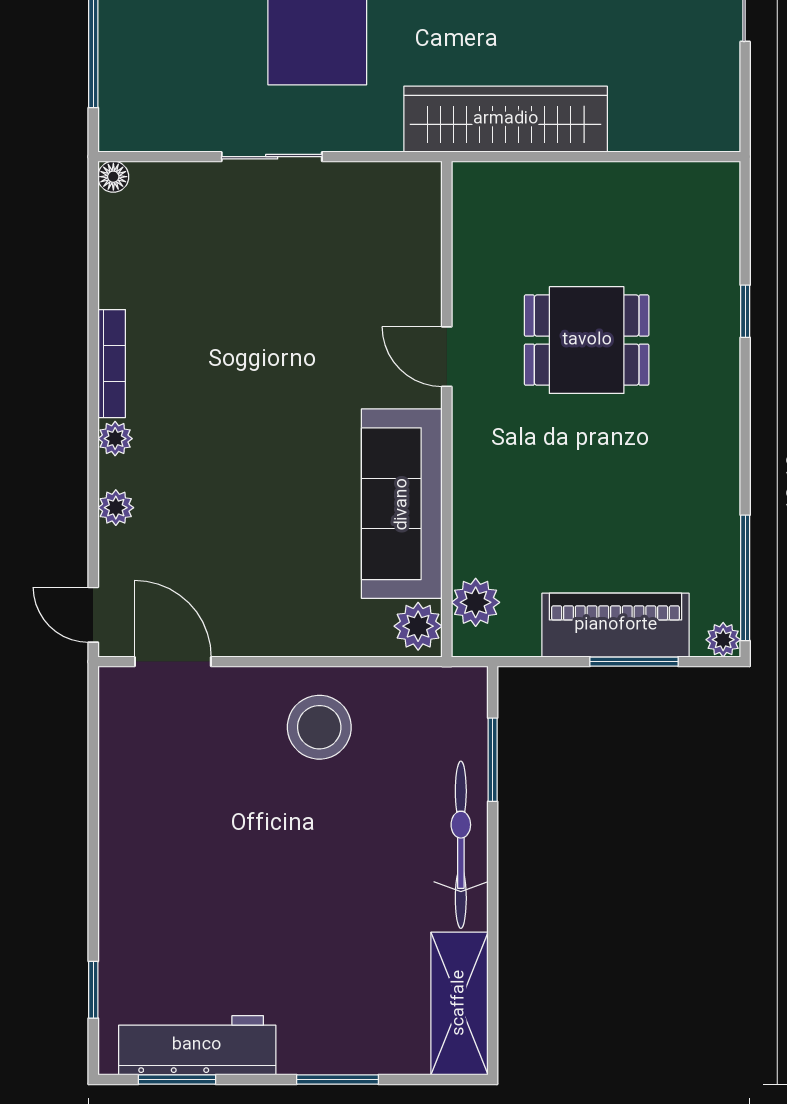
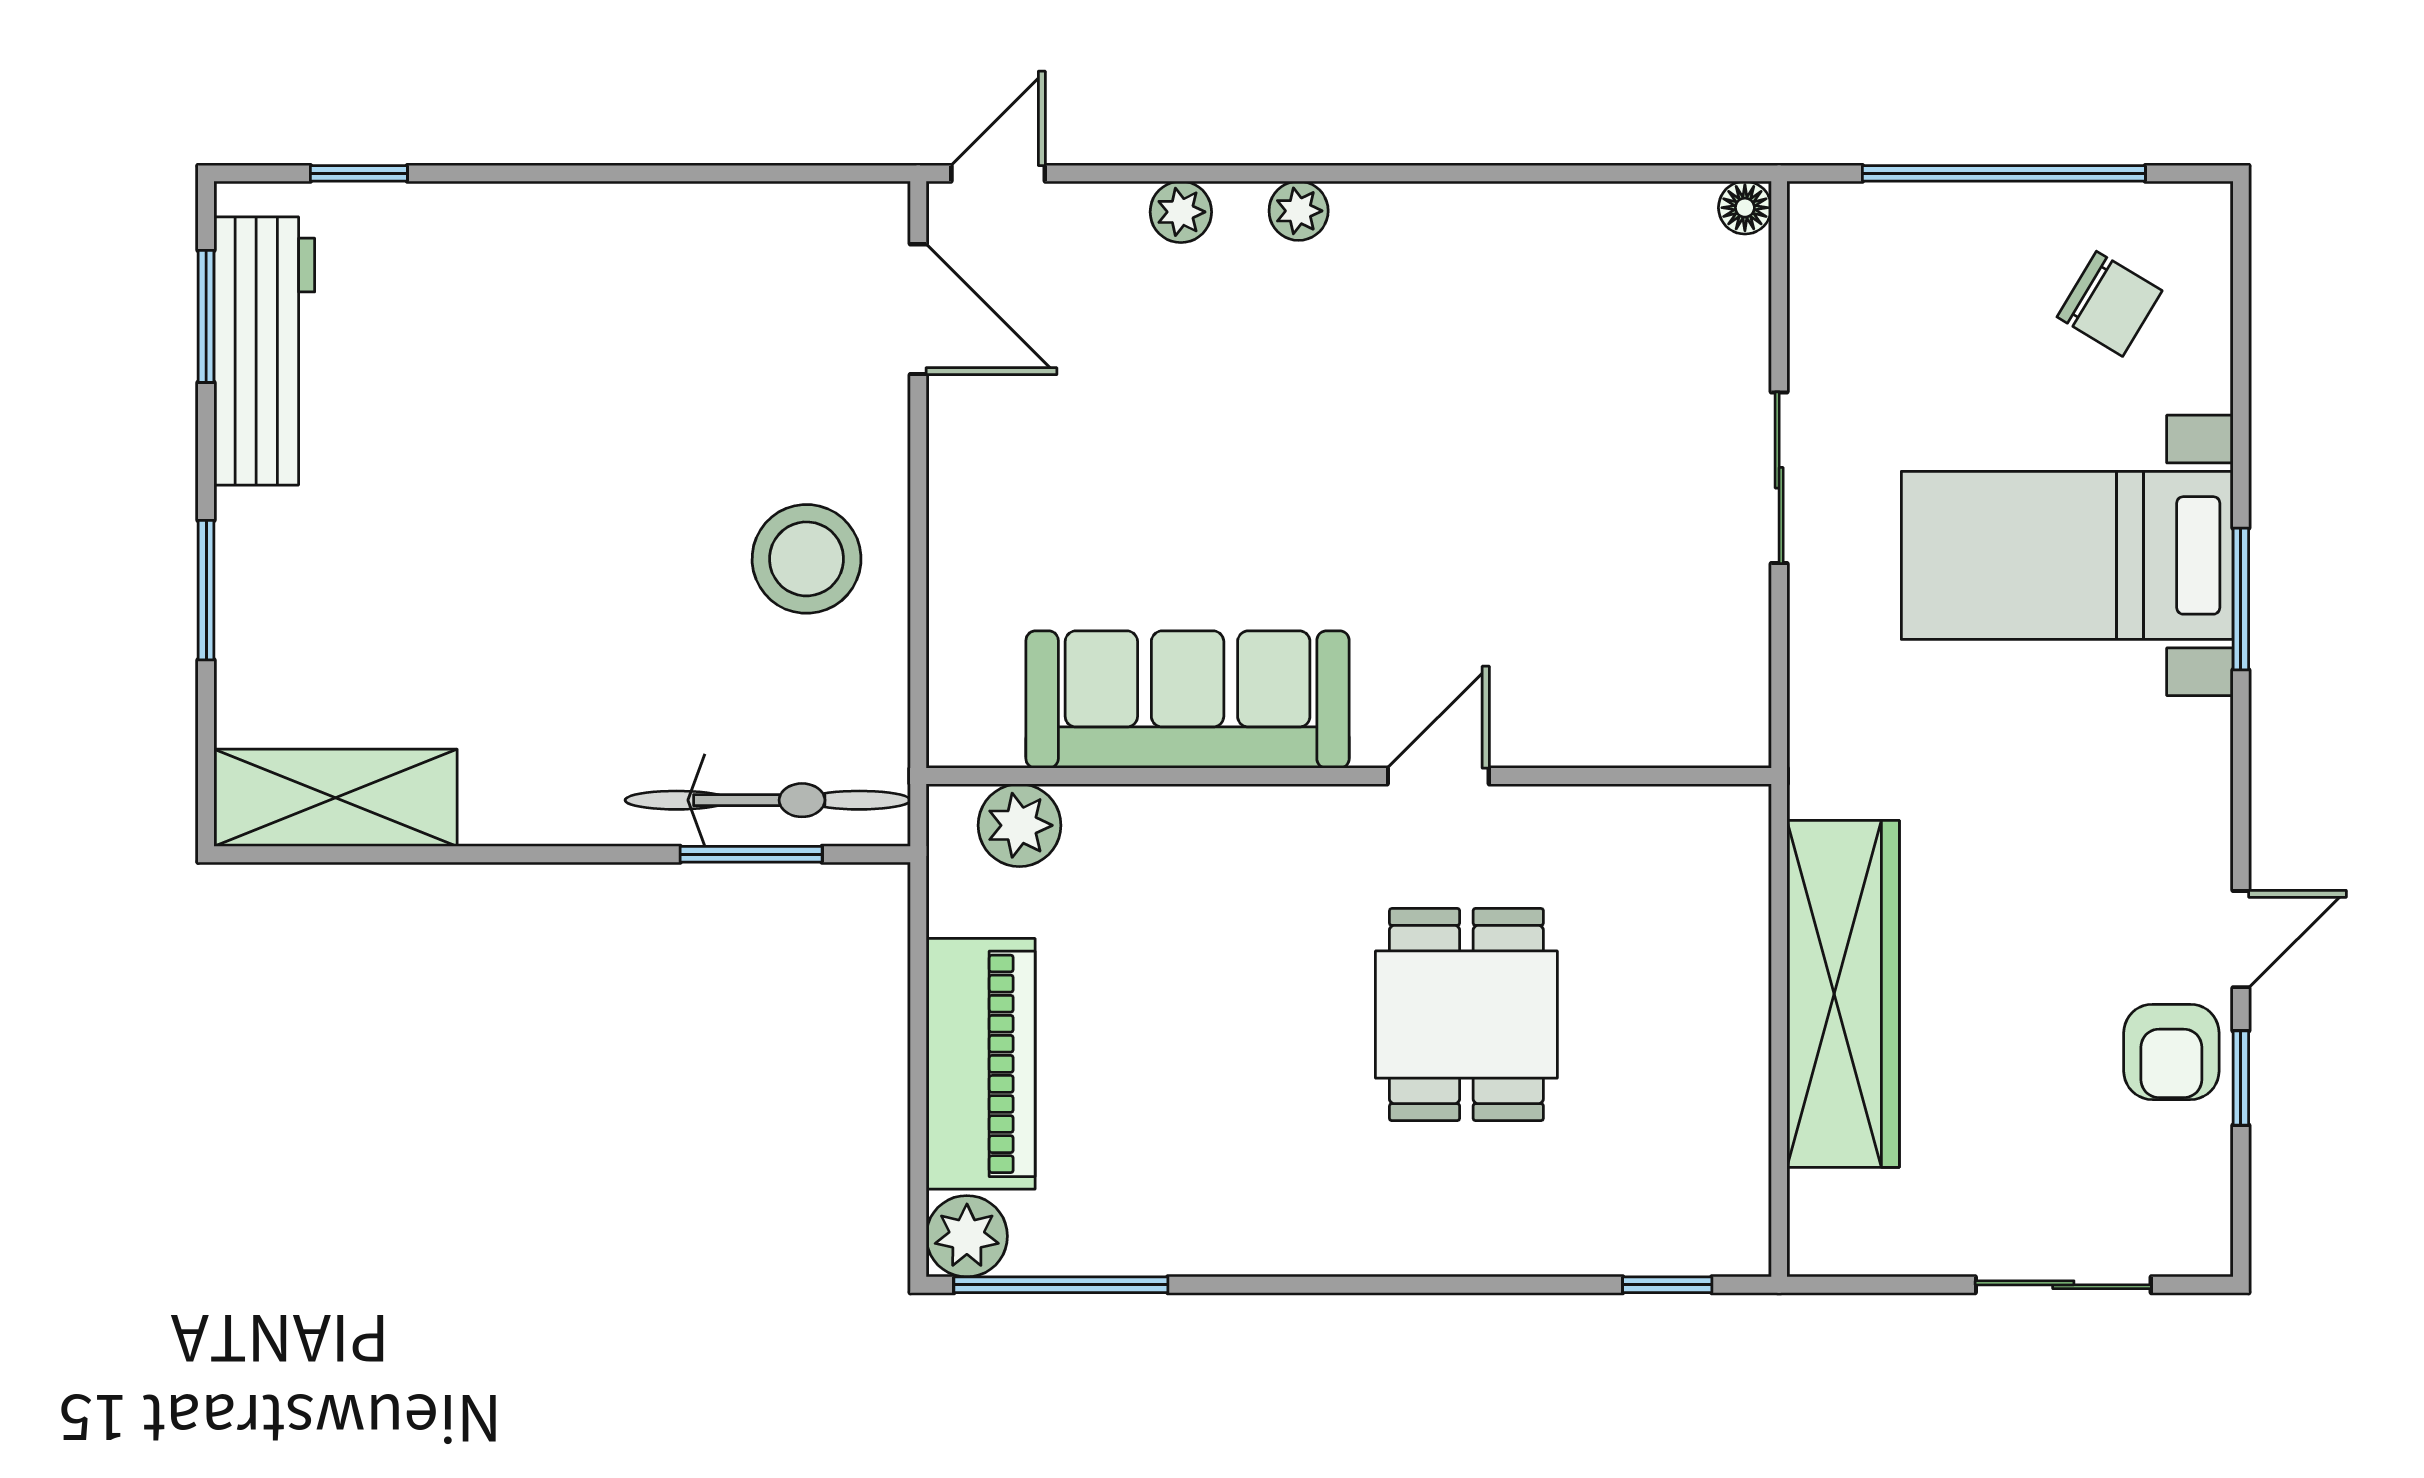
wardrobe: (506, 119) -> (1843, 994), moved
window: (745, 311) -> (1667, 1285), moved
bookcase: (112, 364) -> (1426, 205), removed
plant: (418, 626) -> (979, 727), removed
plant: (723, 640) -> (967, 1236), width x1.38, depth x1.38
door: (173, 662) -> (918, 309), hinge flipped
window: (634, 662) -> (918, 1095), removed
bicycle: (461, 845) -> (768, 800), moved

